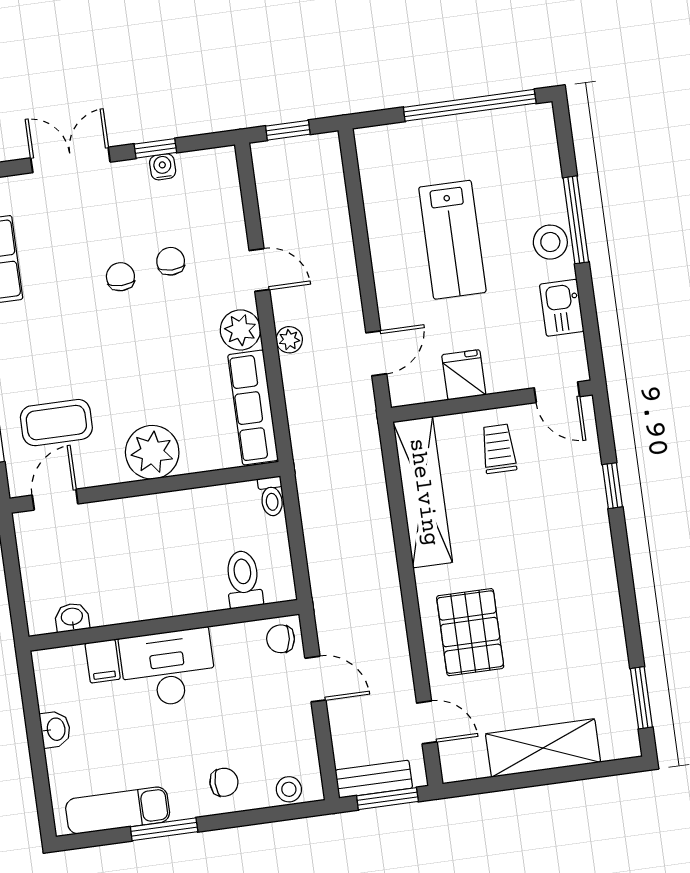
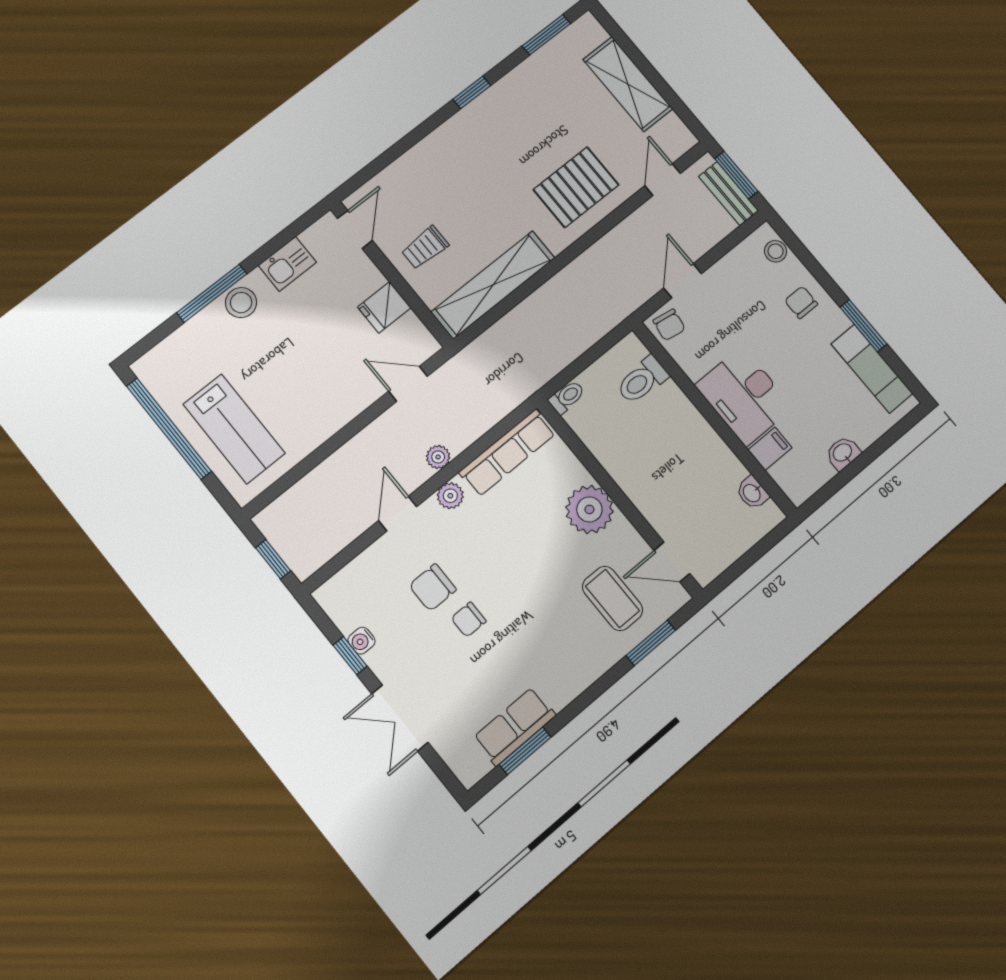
lab bench: (452, 240) -> (234, 429), moved, turned 90
chair: (171, 261) -> (433, 588), width x1.37, depth x1.37
plant: (240, 330) -> (450, 496), width x0.73, depth x0.73
window: (612, 486) -> (472, 92), moved

